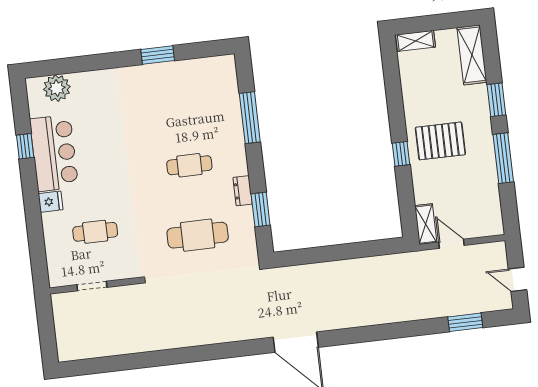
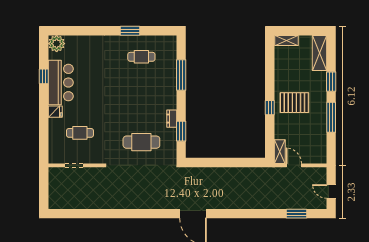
plant: (57, 88) -> (57, 44), moved
cafe table: (189, 165) -> (141, 57), moved

